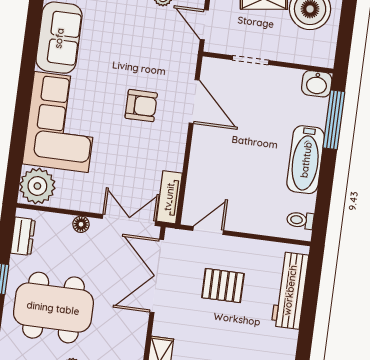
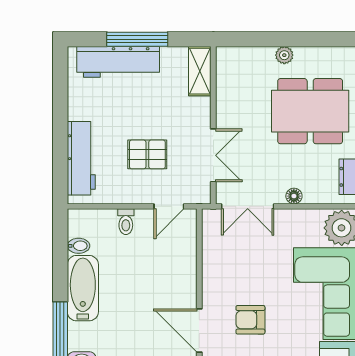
tv unit: (169, 197) -> (211, 234), removed
bidet: (304, 203) -> (79, 246), added
toilet: (300, 220) -> (126, 222), moved, turned 90
double door: (157, 276) -> (213, 155), width x0.73

